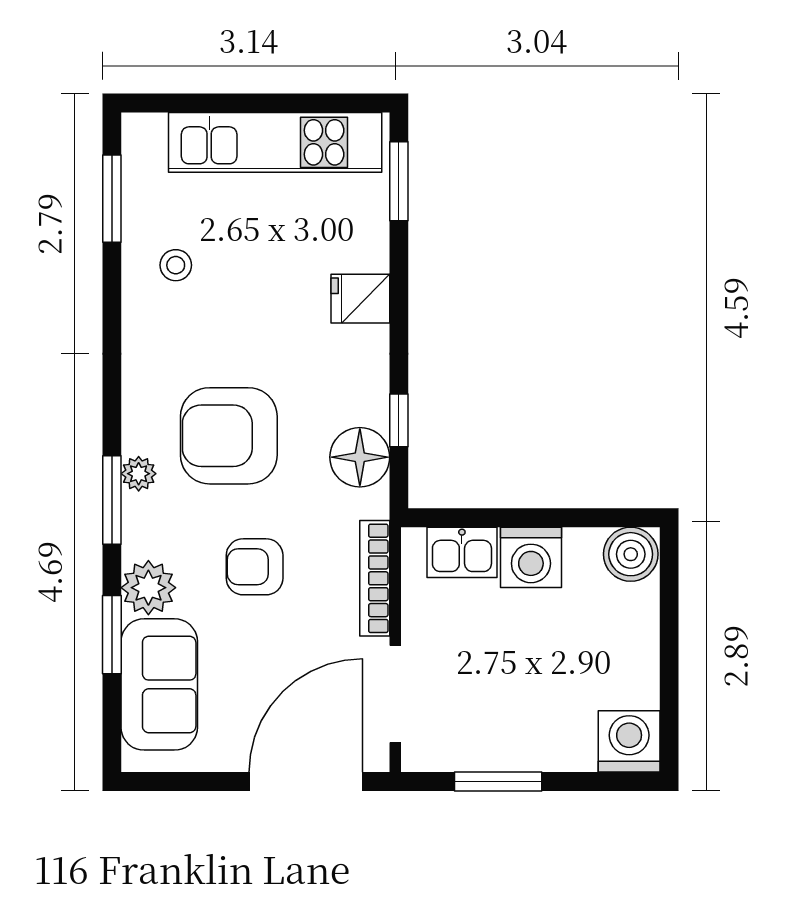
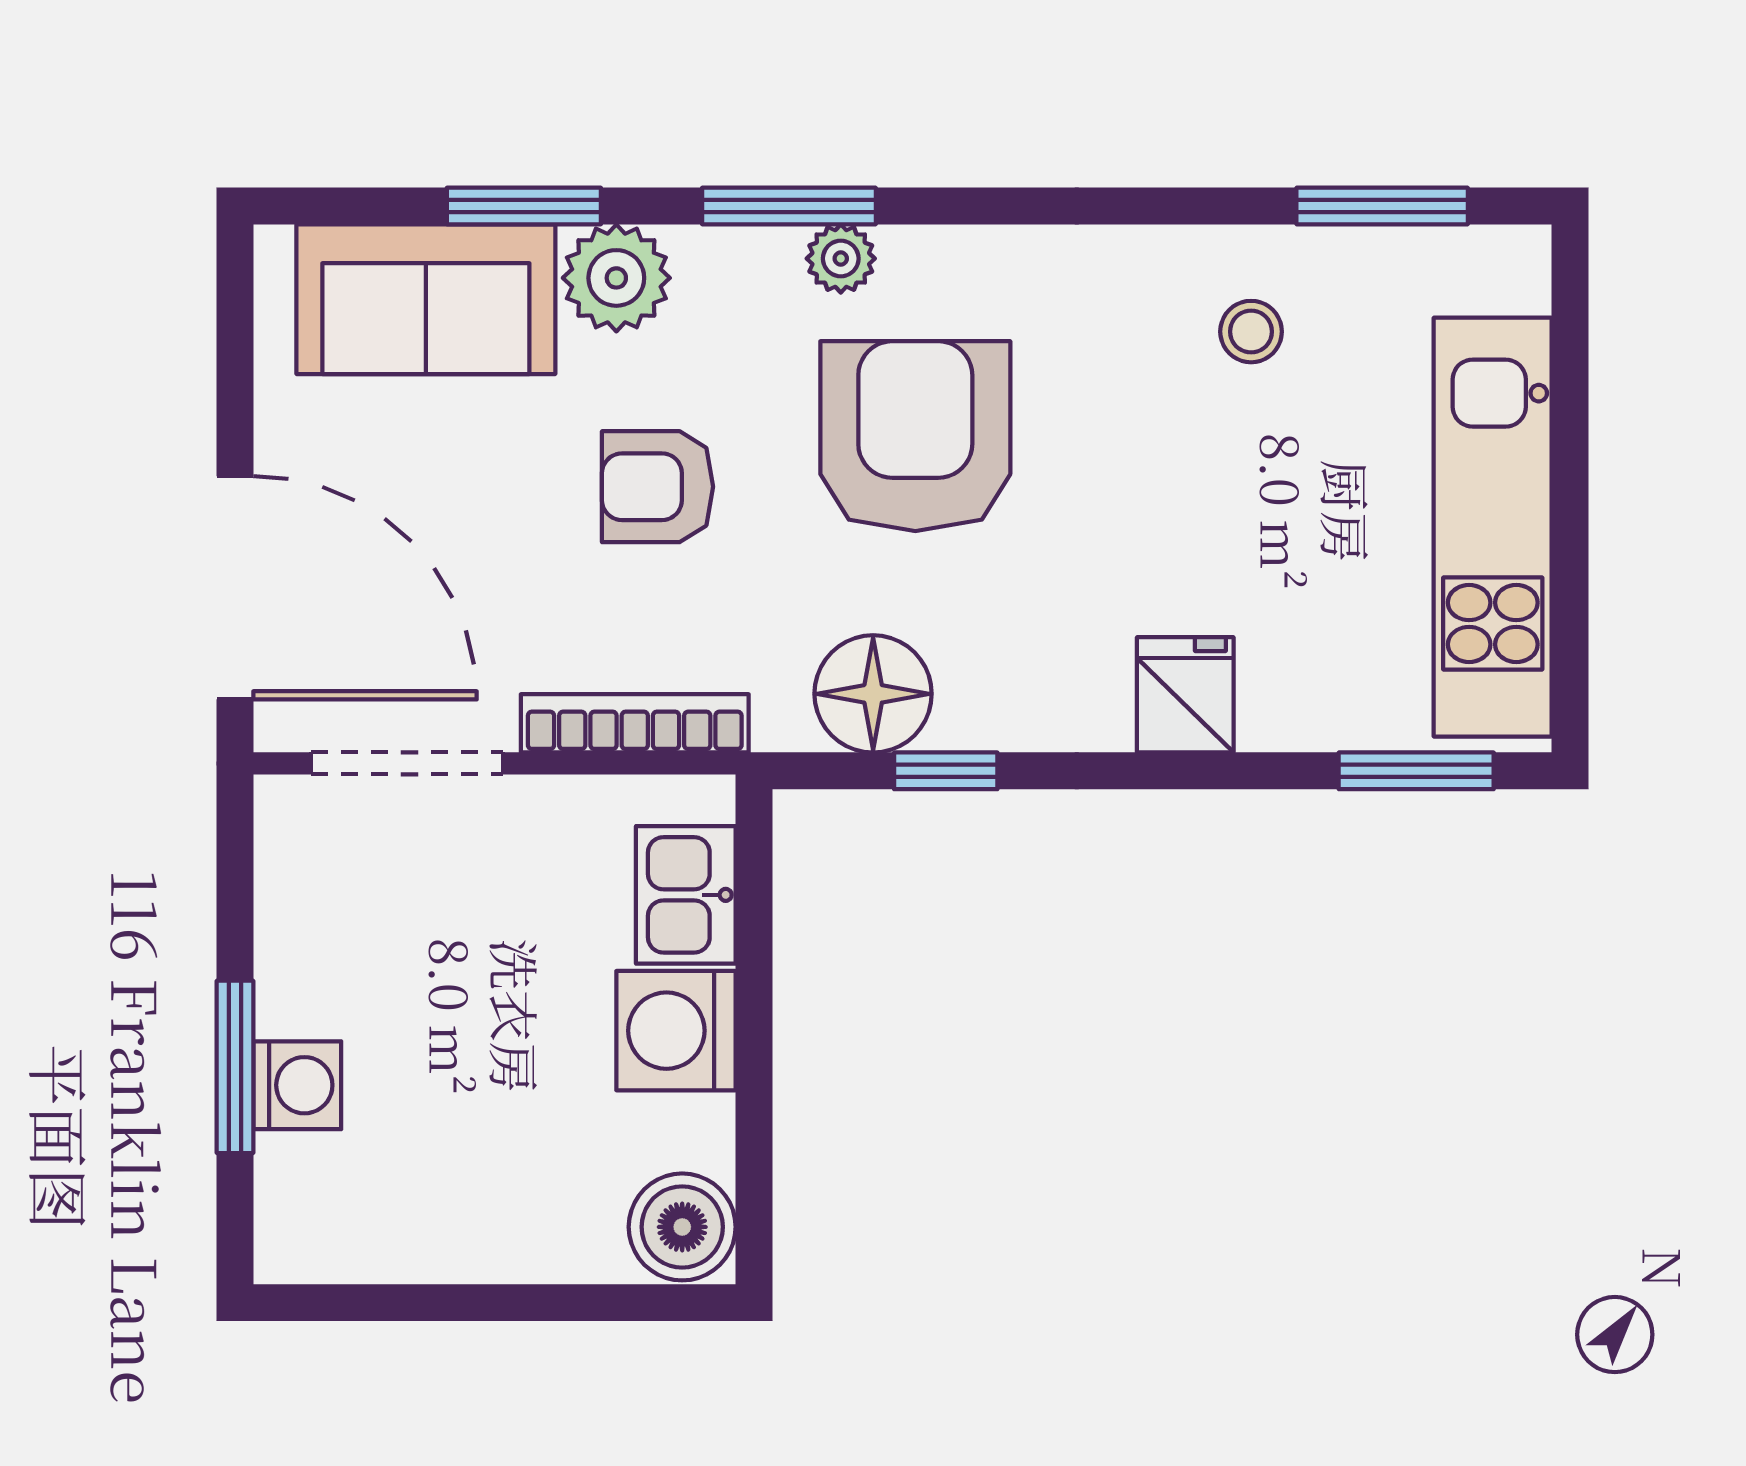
armchair: (255, 567) -> (657, 487), turned -90
washing machine: (629, 741) -> (297, 1085), moved, width x0.73, depth x0.73
window: (498, 781) -> (235, 1067), moved

